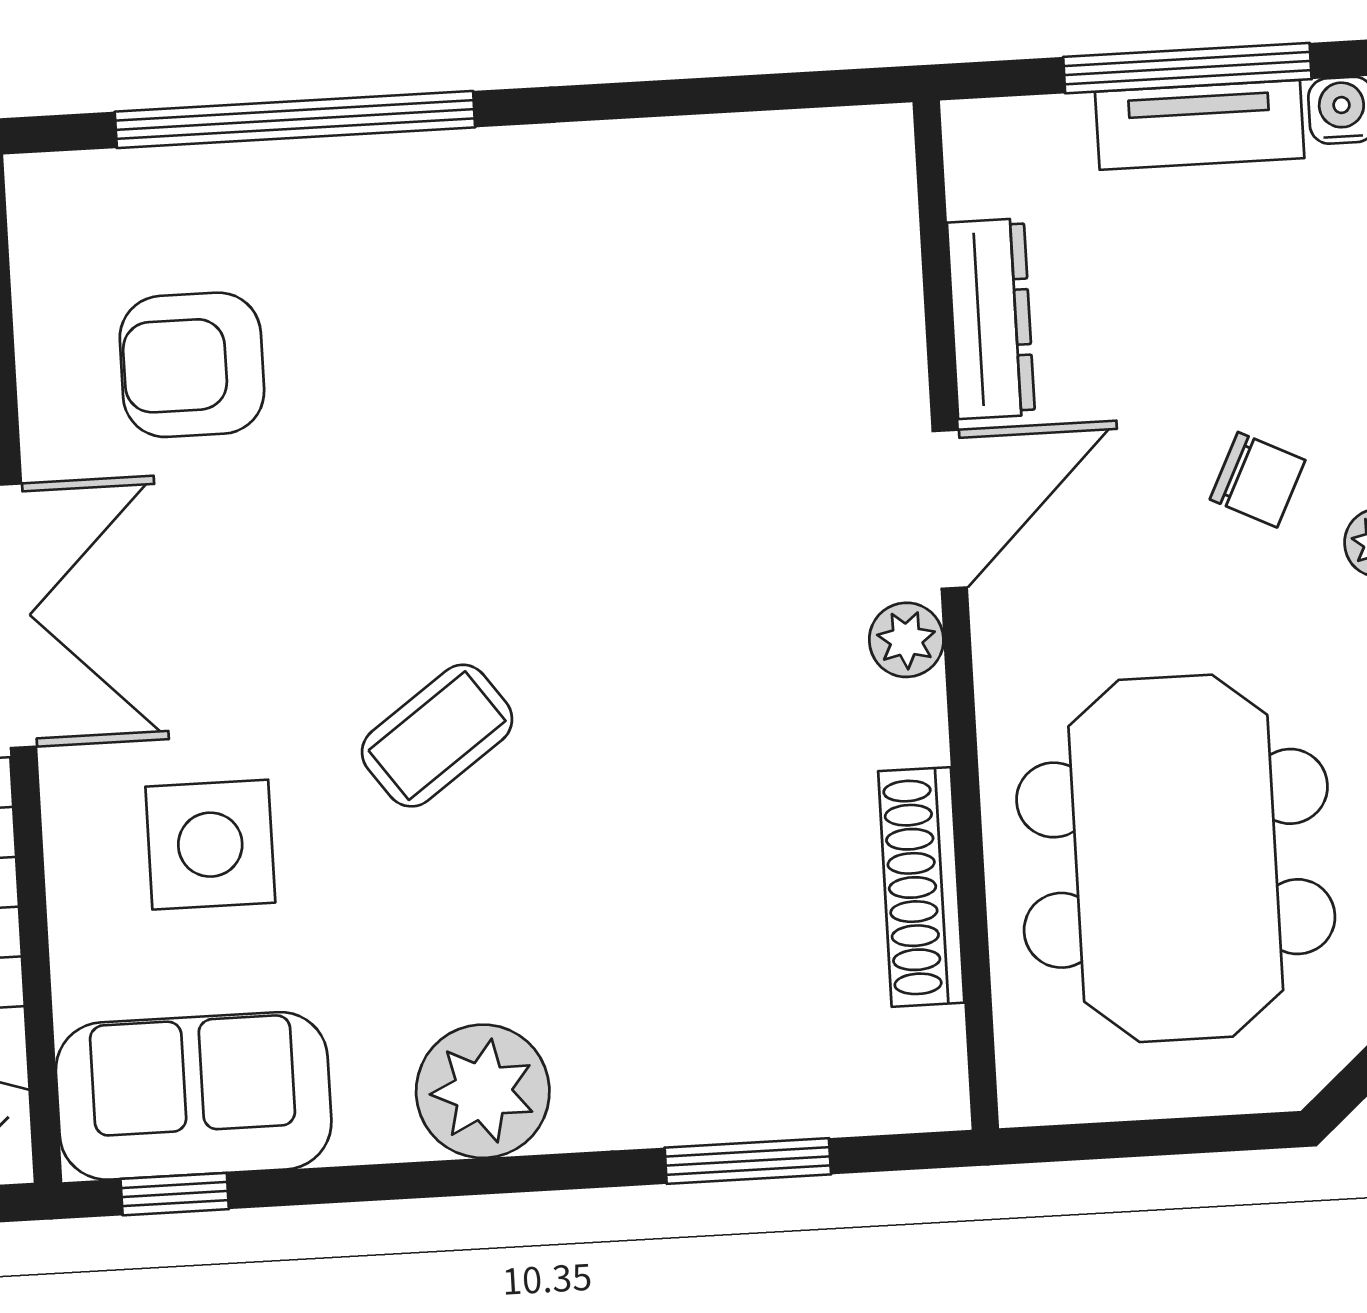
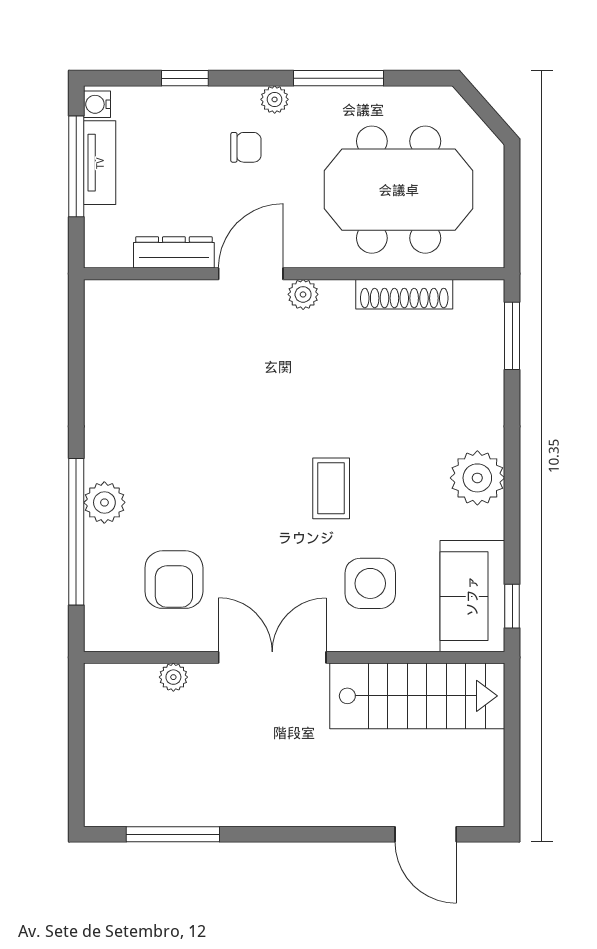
plant: (370, 184) -> (104, 502), added
chair: (1258, 480) -> (246, 147), turned 64
door: (950, 509) -> (251, 274), hinge flipped
coffee table: (437, 736) -> (331, 488), turned 36
window: (748, 1161) -> (512, 336), moved

